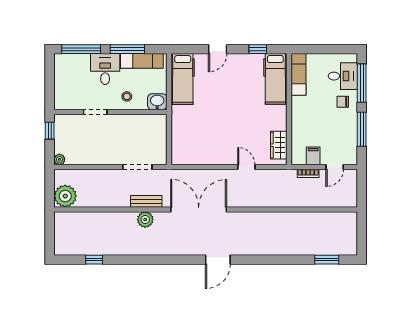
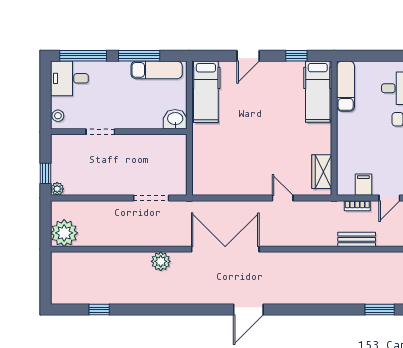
desk: (105, 69) -> (69, 78), moved, turned -90
stool: (127, 96) -> (58, 116), moved
window: (50, 131) -> (45, 173), moved
bench: (146, 201) -> (357, 239), moved

